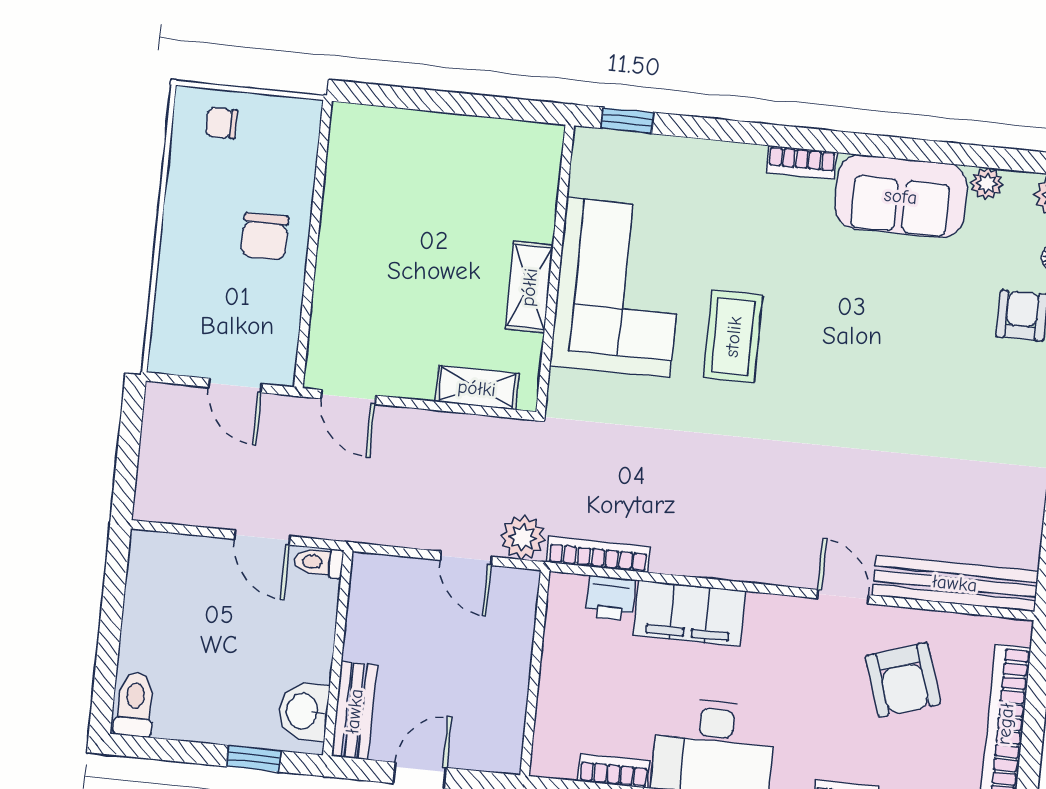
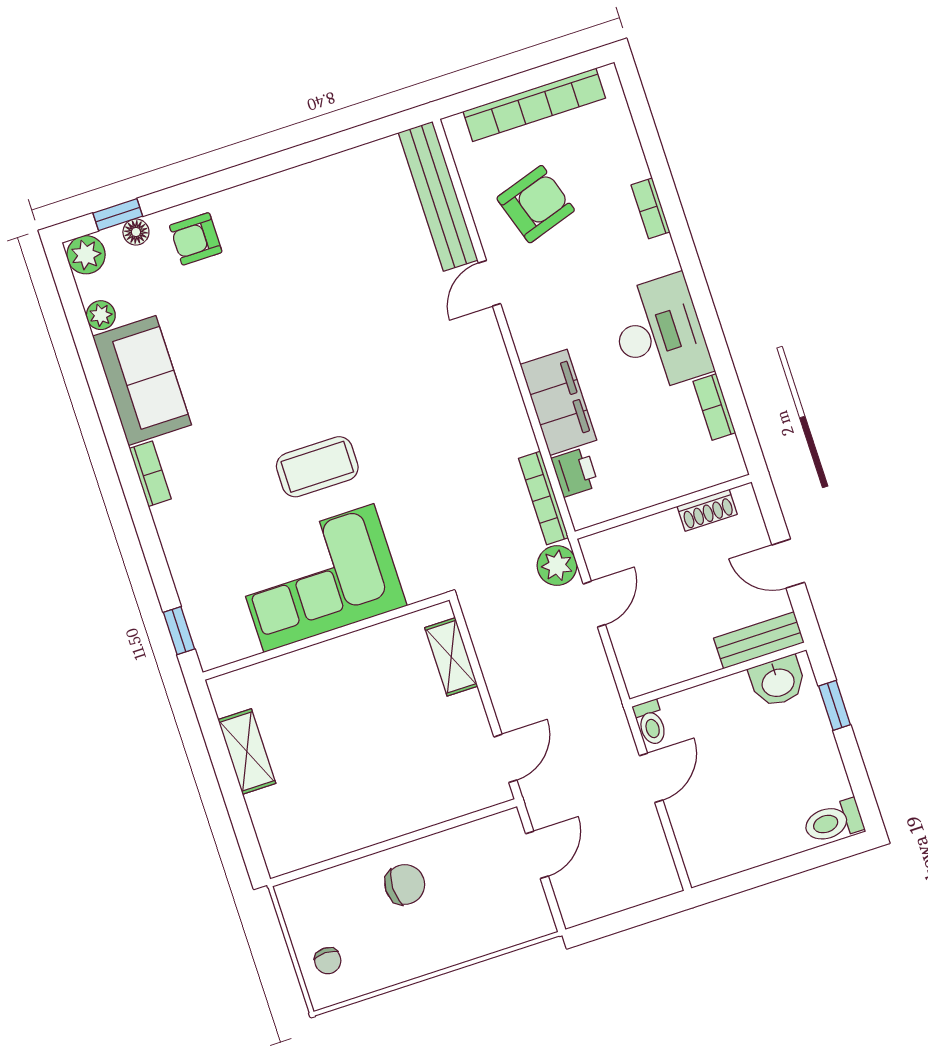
shelving: (529, 287) -> (247, 752), moved, turned 90
shoe rack: (511, 717) -> (707, 510), added

